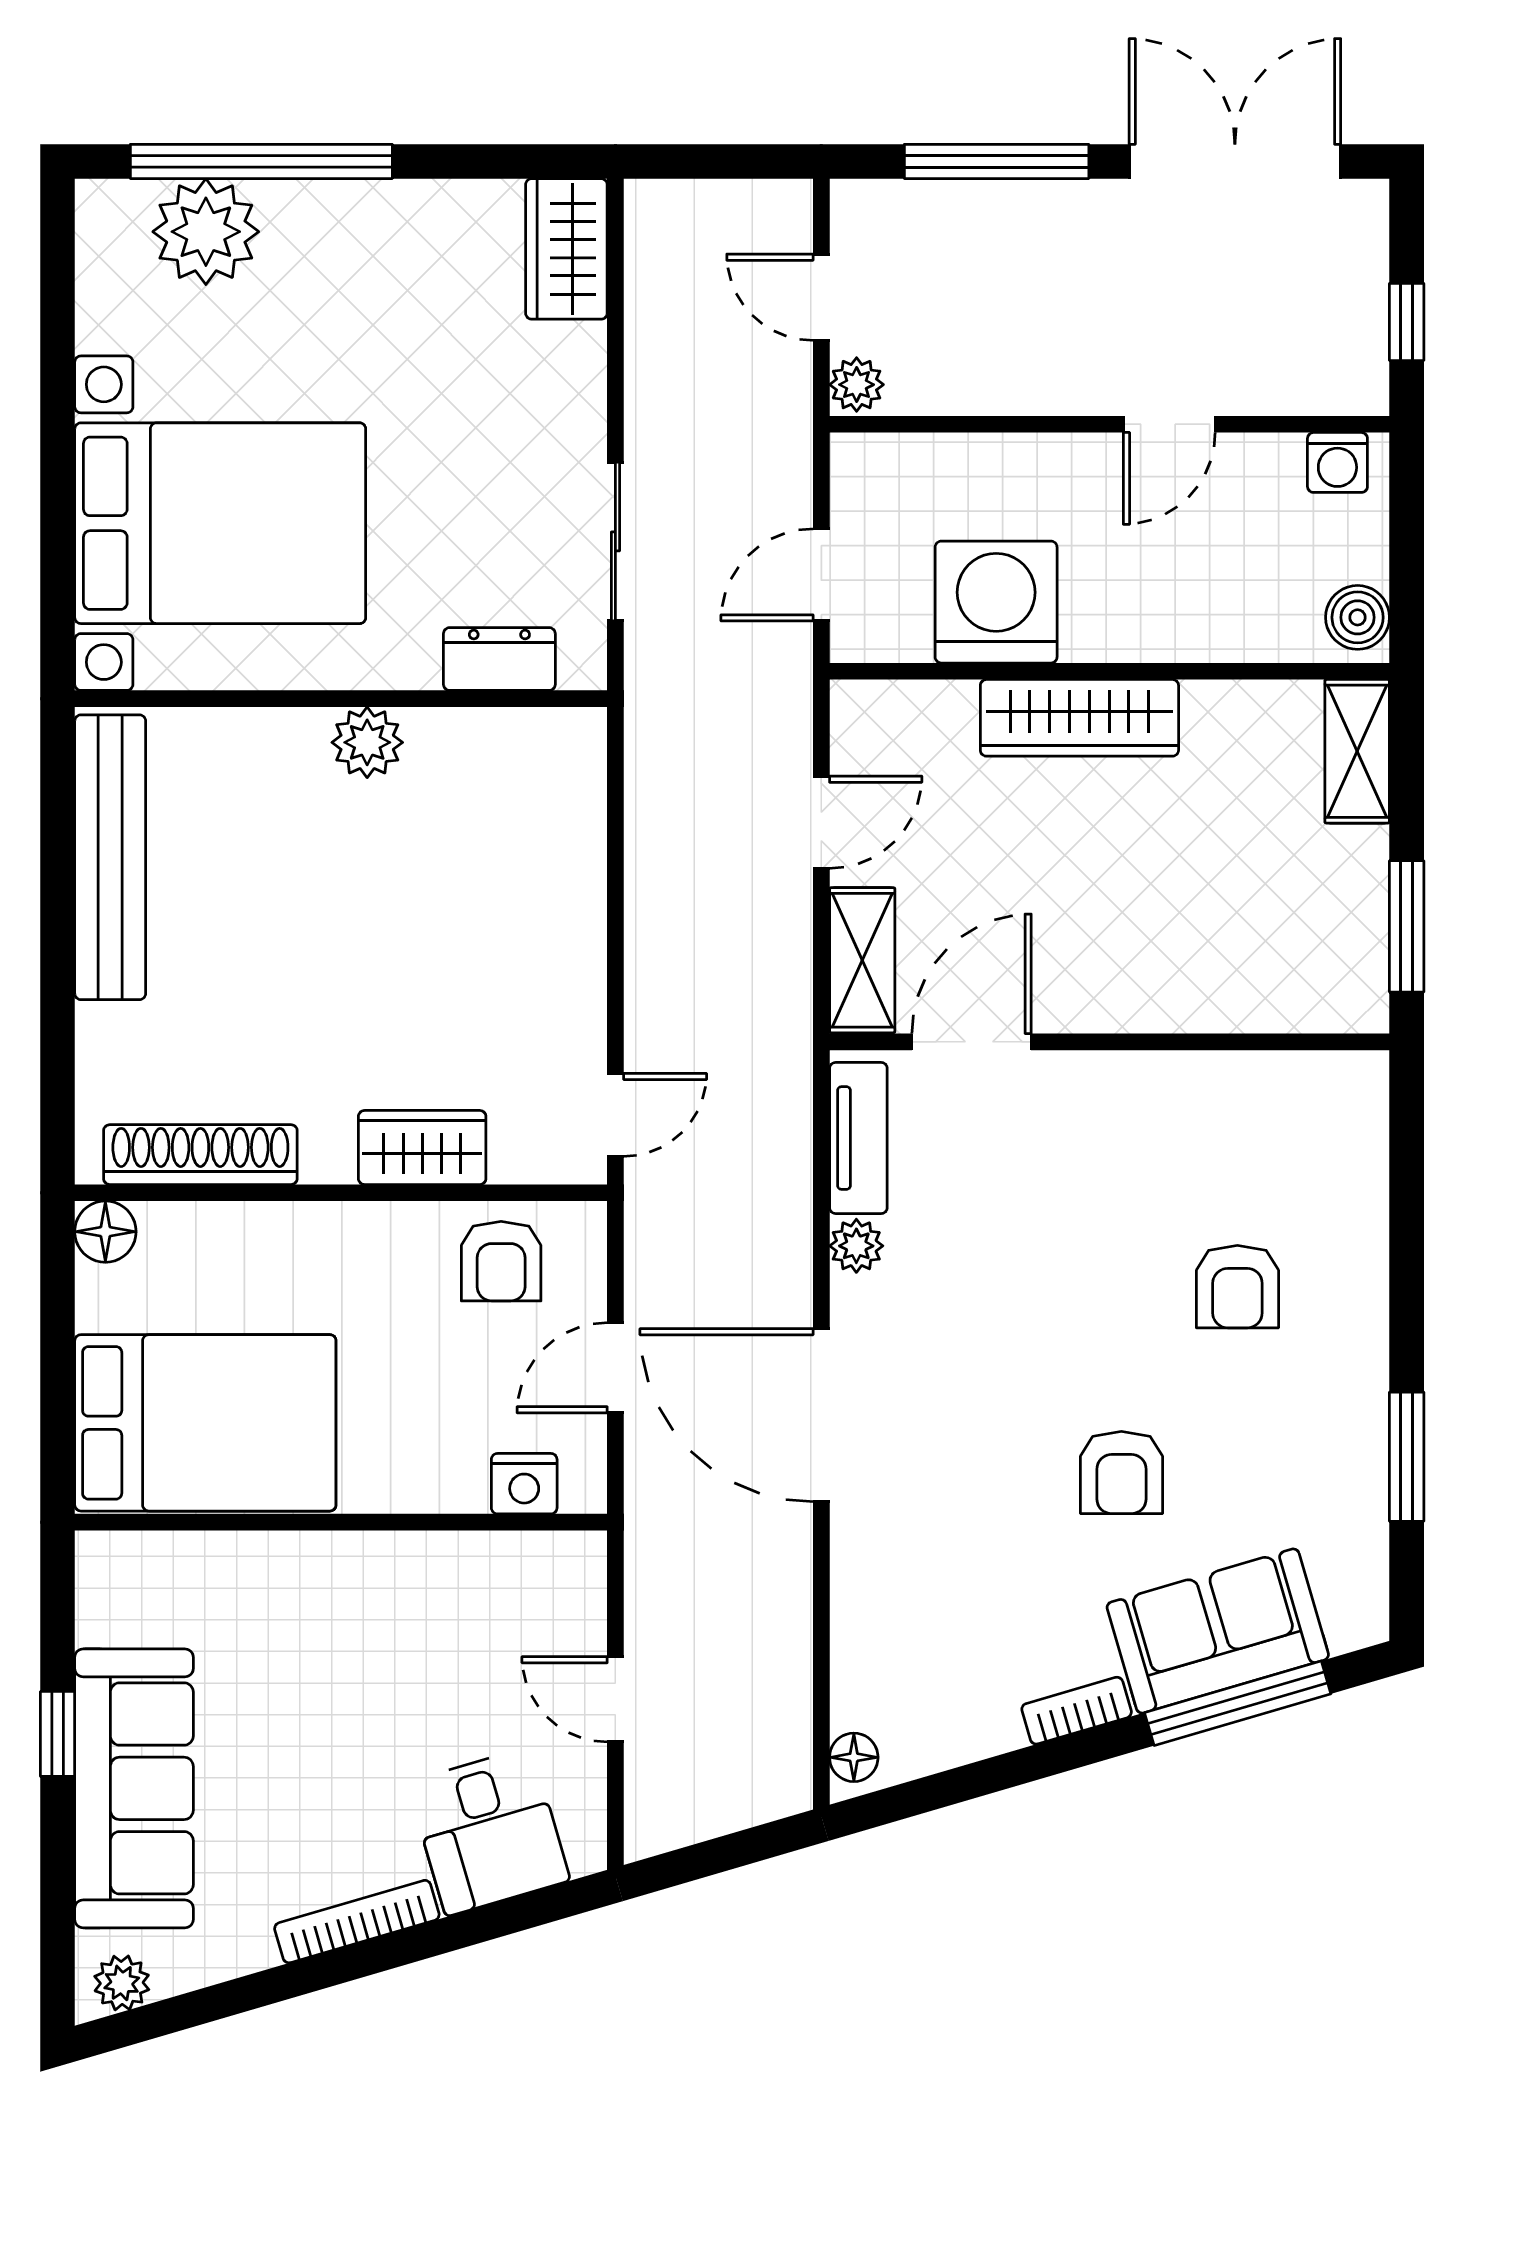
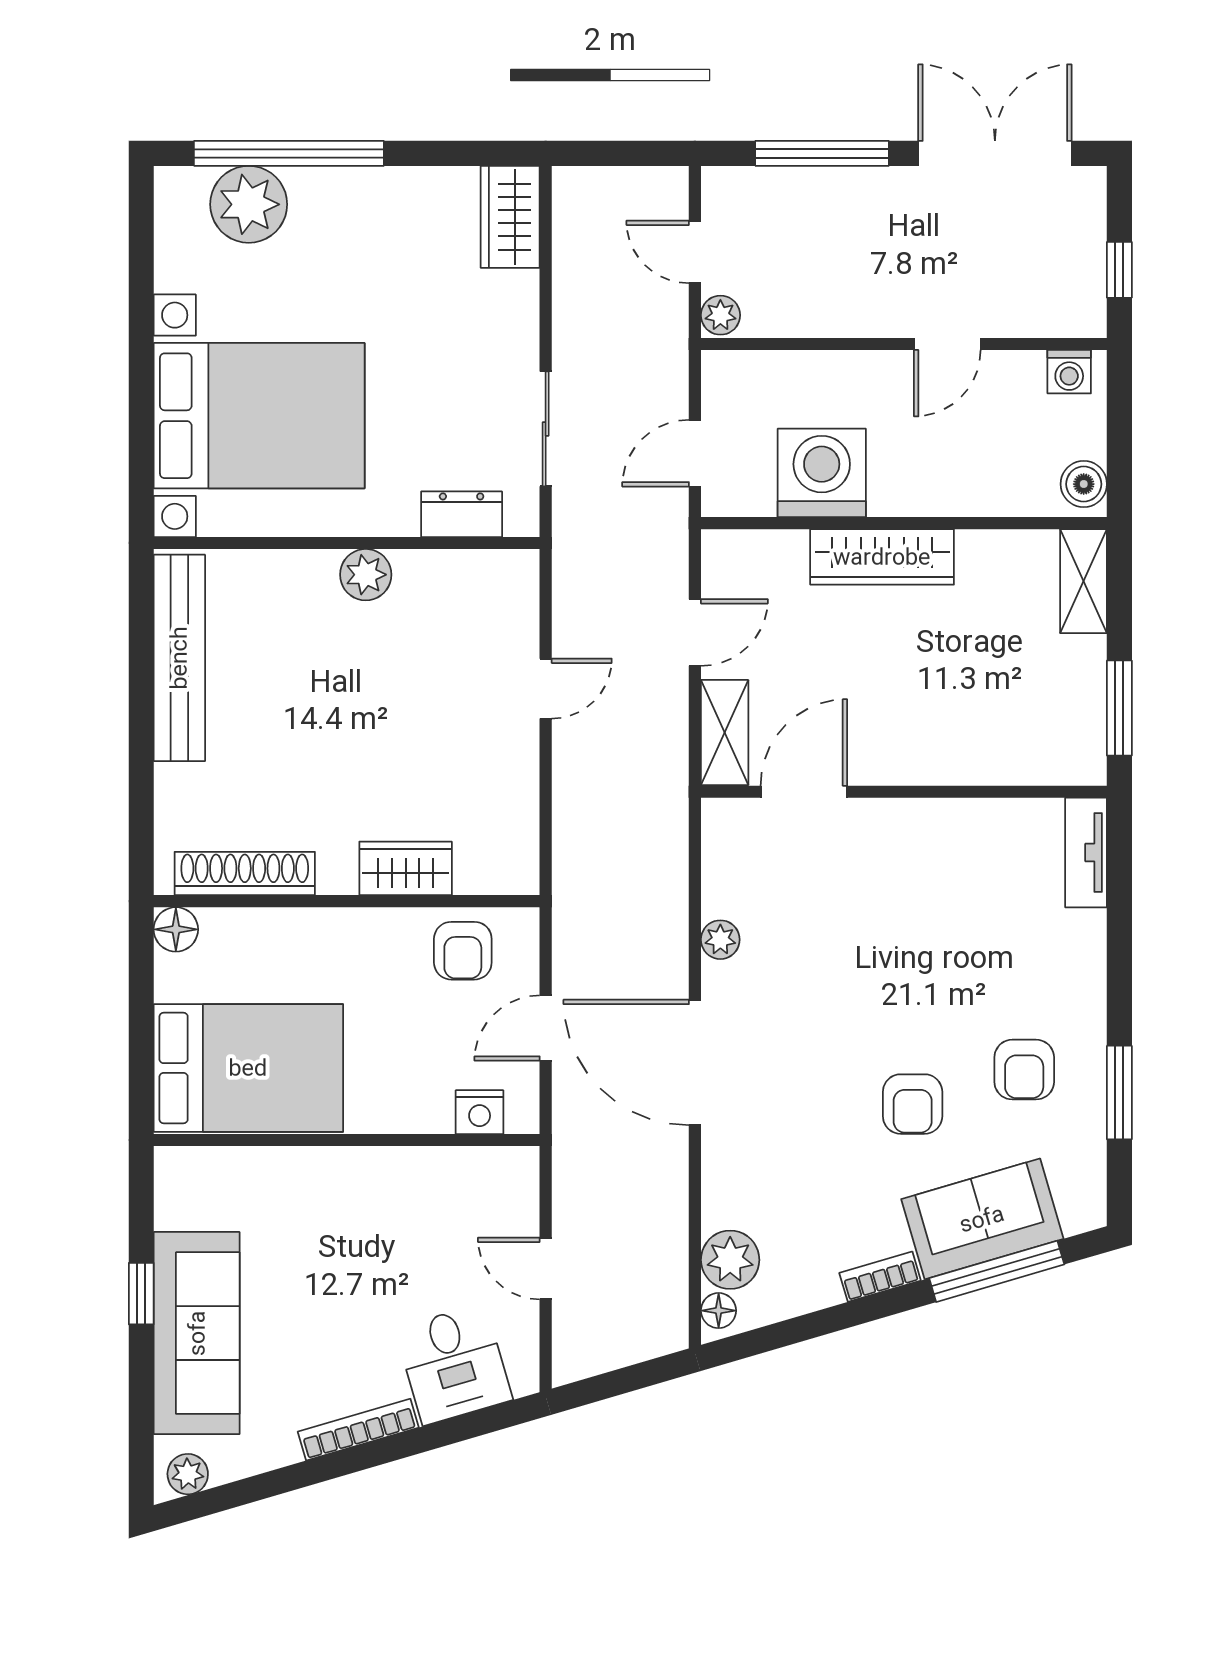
door: (615, 1115) -> (546, 689), moved
tv unit: (858, 1138) -> (1086, 853), moved, turned 180
armchair: (1237, 1287) -> (1024, 1070), moved
plant: (870, 1687) -> (730, 1260), added

